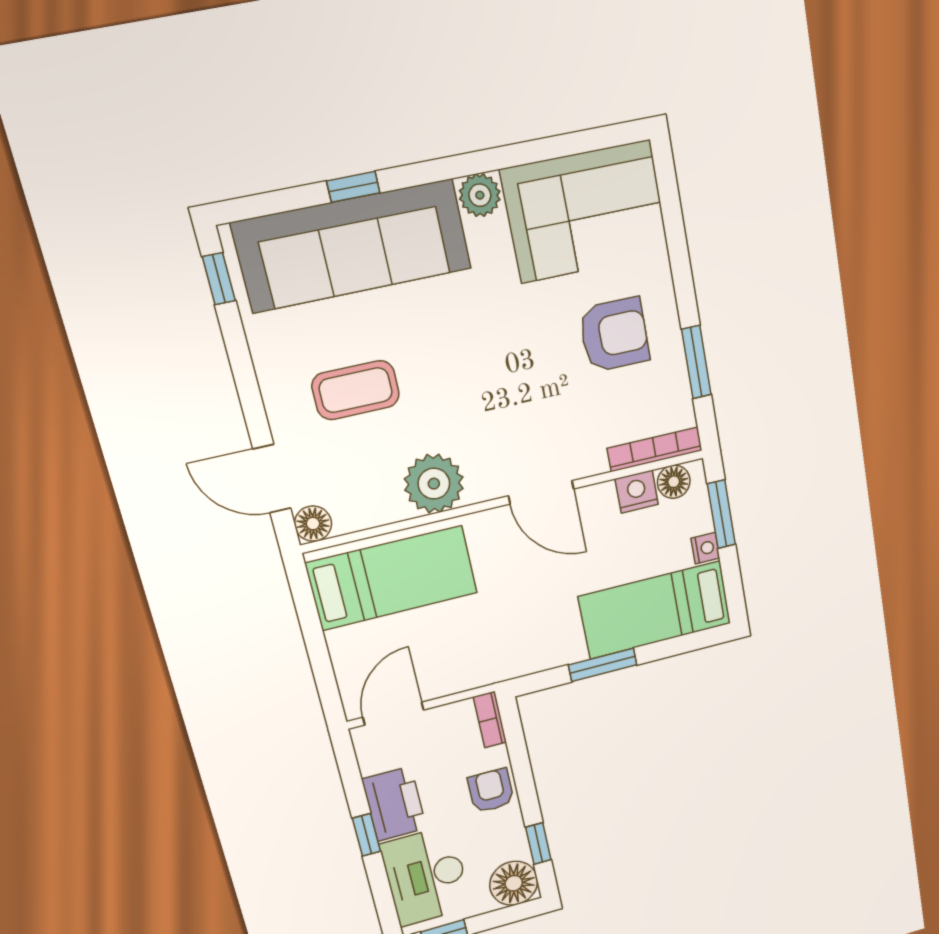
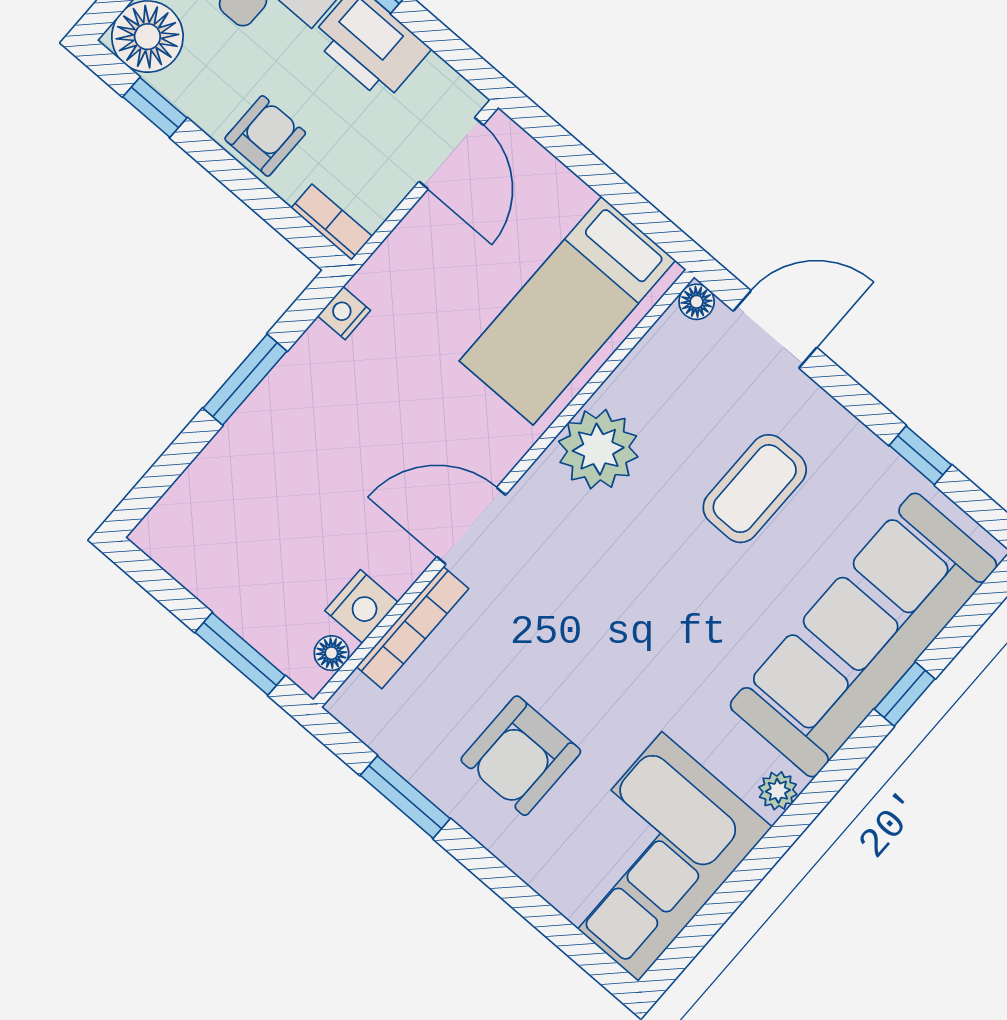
plant: (480, 195) -> (778, 791), width x0.73, depth x0.73
window: (219, 279) -> (920, 455), moved
bookcase: (655, 449) -> (412, 628), moved
floor lamp: (674, 482) -> (331, 653), width x0.73, depth x0.73
floor lamp: (313, 524) -> (697, 302), width x0.73, depth x0.73
nightstand: (705, 548) -> (344, 313), moved, turned 90
bed: (655, 610) -> (232, 488), removed
armchair: (491, 791) -> (265, 136), turned -90

